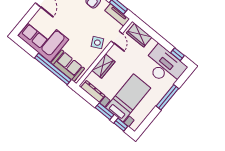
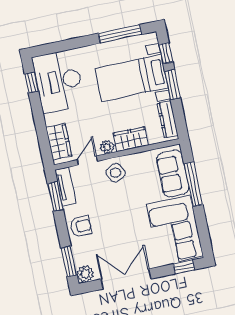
window: (24, 23) -> (184, 267), added
plant: (112, 52) -> (107, 147), added
window: (53, 69) -> (193, 184), width x0.68
window: (167, 97) -> (120, 34), moved

